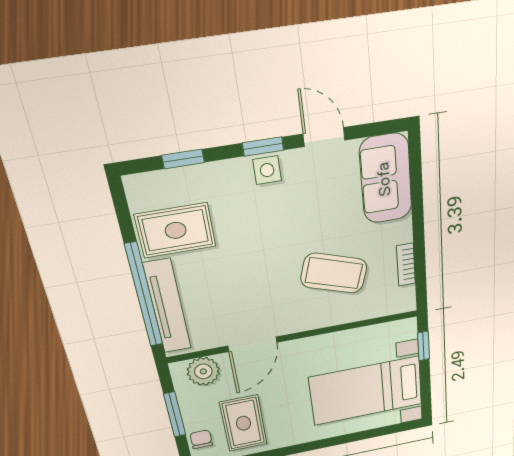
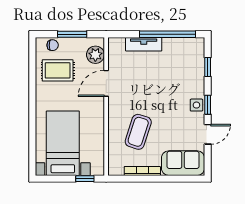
rug: (176, 230) -> (175, 57), removed
bookcase: (406, 265) -> (142, 171), width x1.56
window: (144, 295) -> (167, 34), moved
tv unit: (167, 307) -> (144, 44), width x0.71
door: (252, 344) -> (106, 83), hinge flipped

